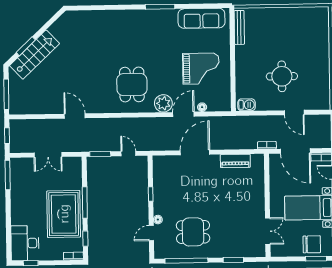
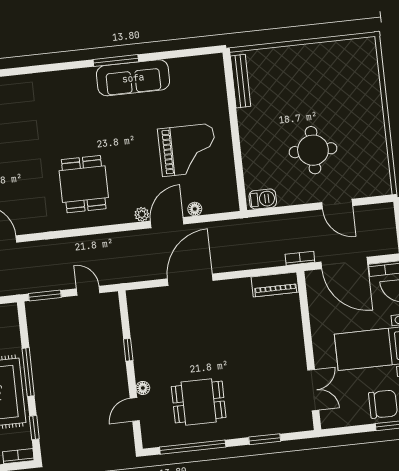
sofa: (201, 18) -> (133, 78), moved
plant: (163, 103) -> (142, 214), width x0.53, depth x0.53
piano: (235, 161) -> (275, 284), moved

